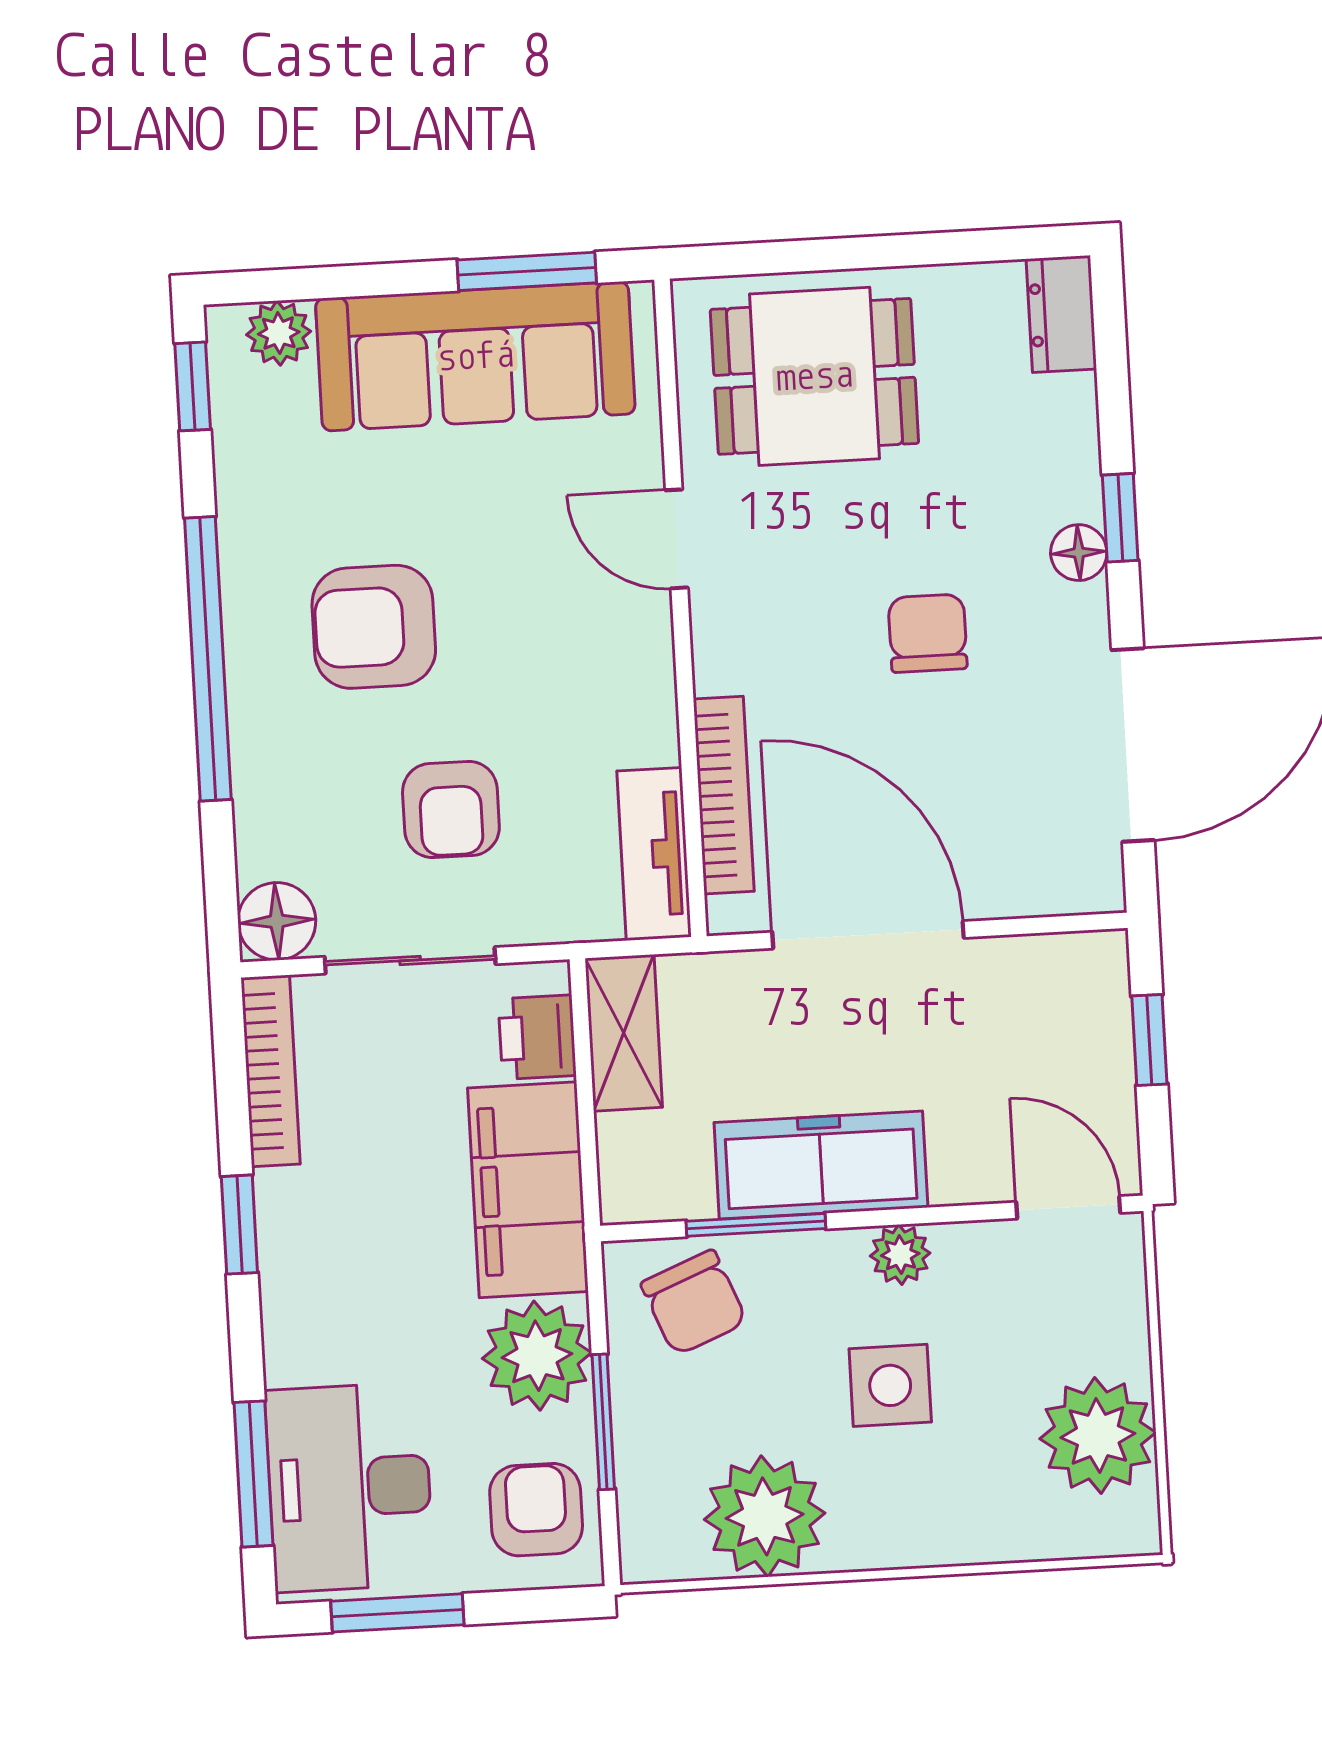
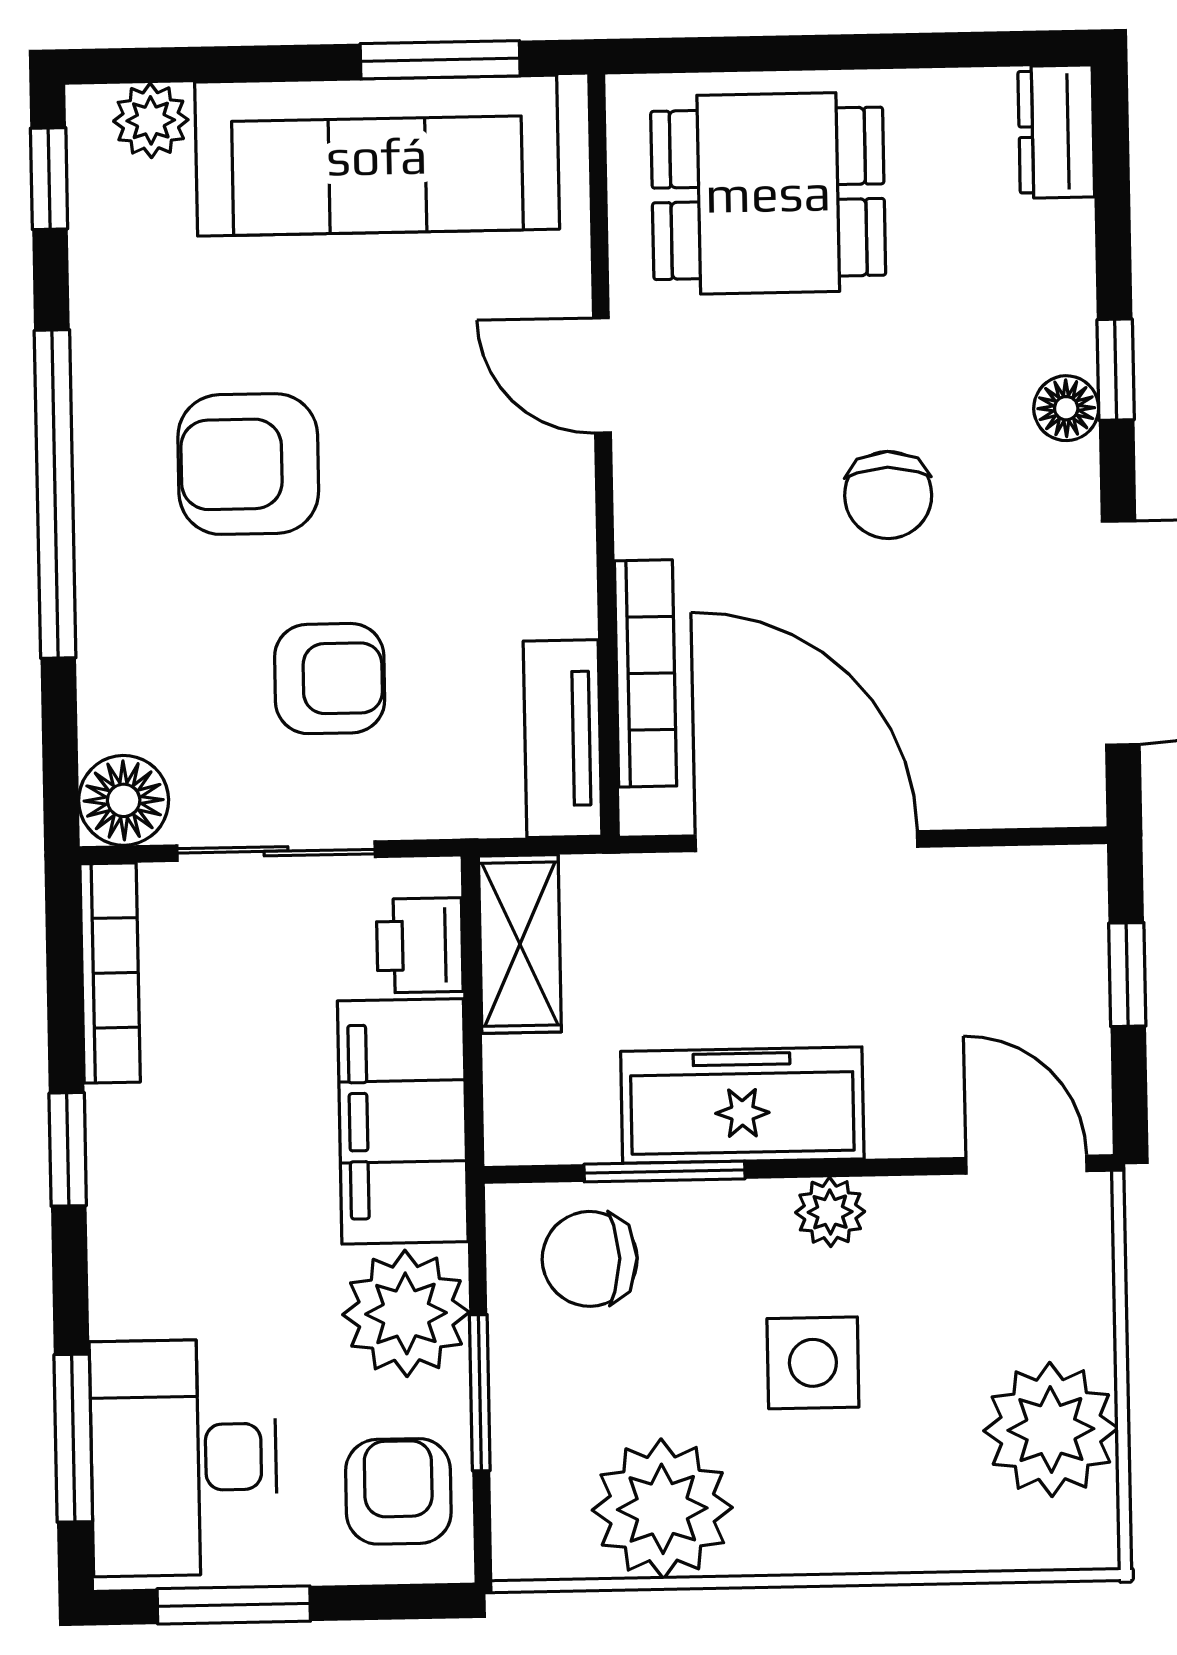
chair: (928, 633) -> (888, 495), turned 180
armchair: (451, 810) -> (330, 679), turned -90
chair: (694, 1303) -> (590, 1259), turned 112

